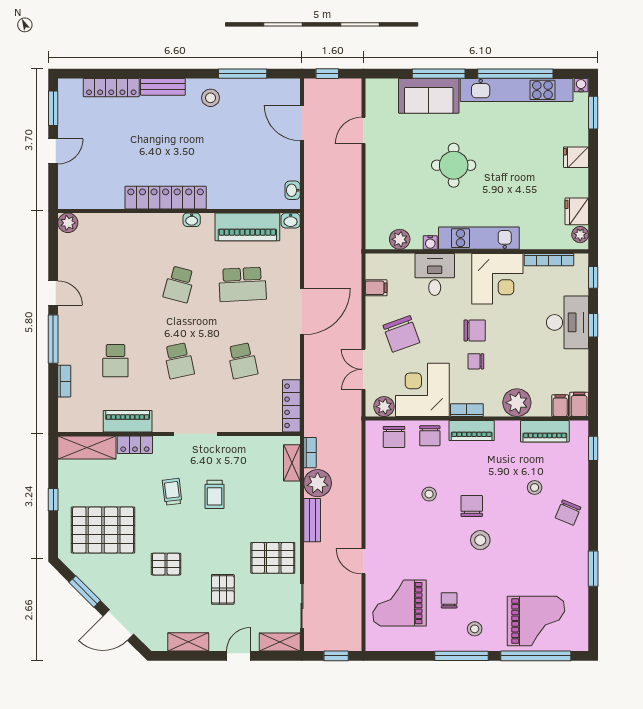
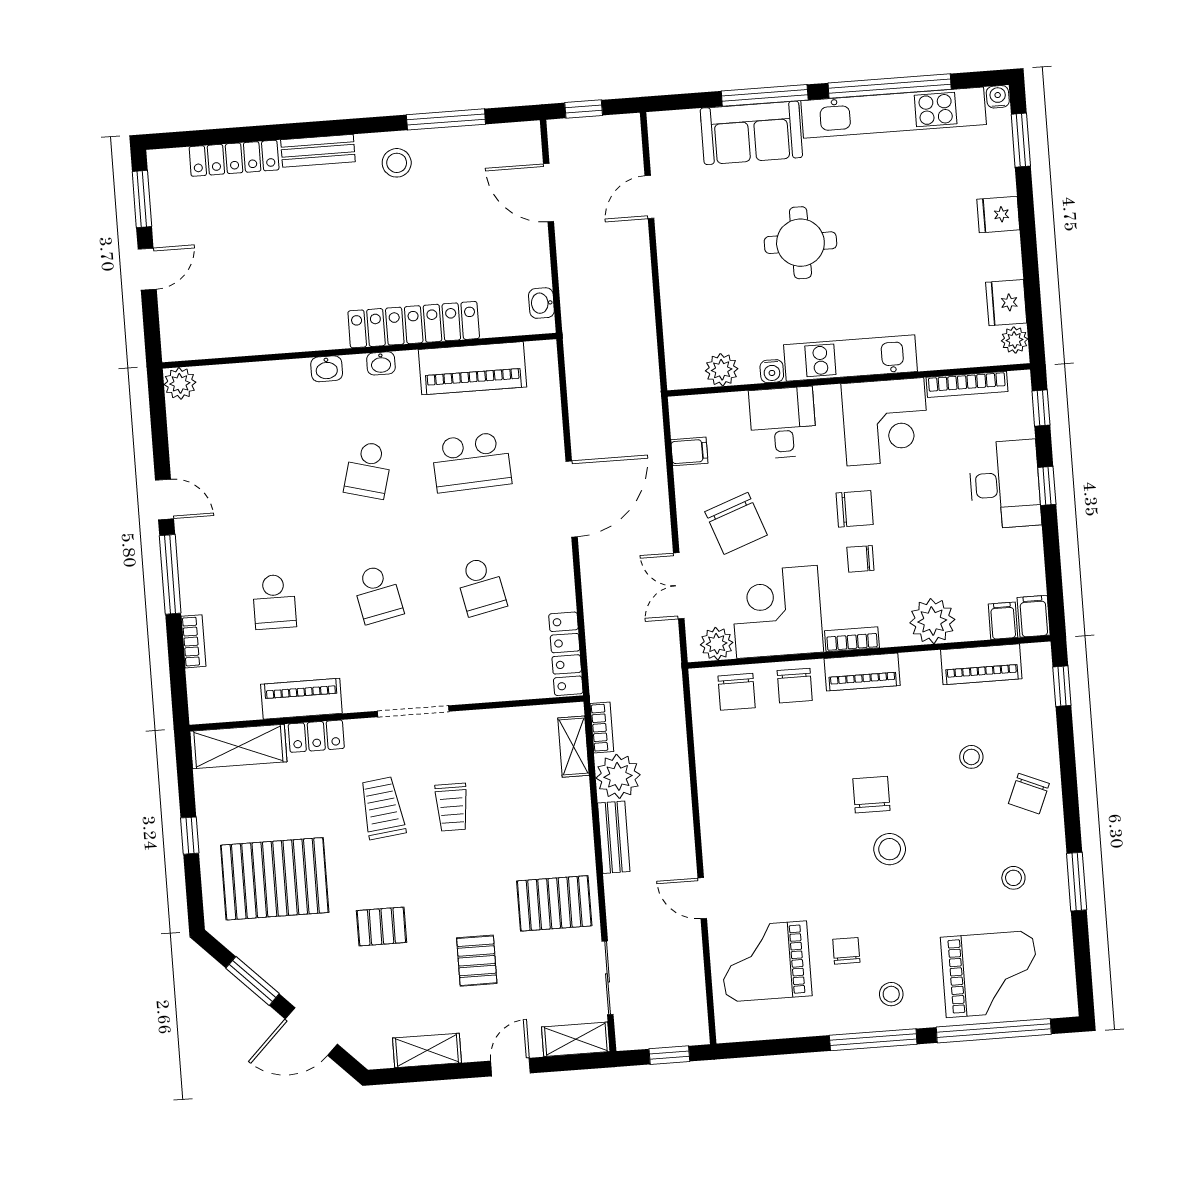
locker: (166, 198) -> (414, 325), moved
washbasin: (291, 221) -> (327, 369), moved
trolley: (172, 492) -> (382, 808), width x1.36, depth x1.39
stool: (429, 494) -> (1013, 878), moved

